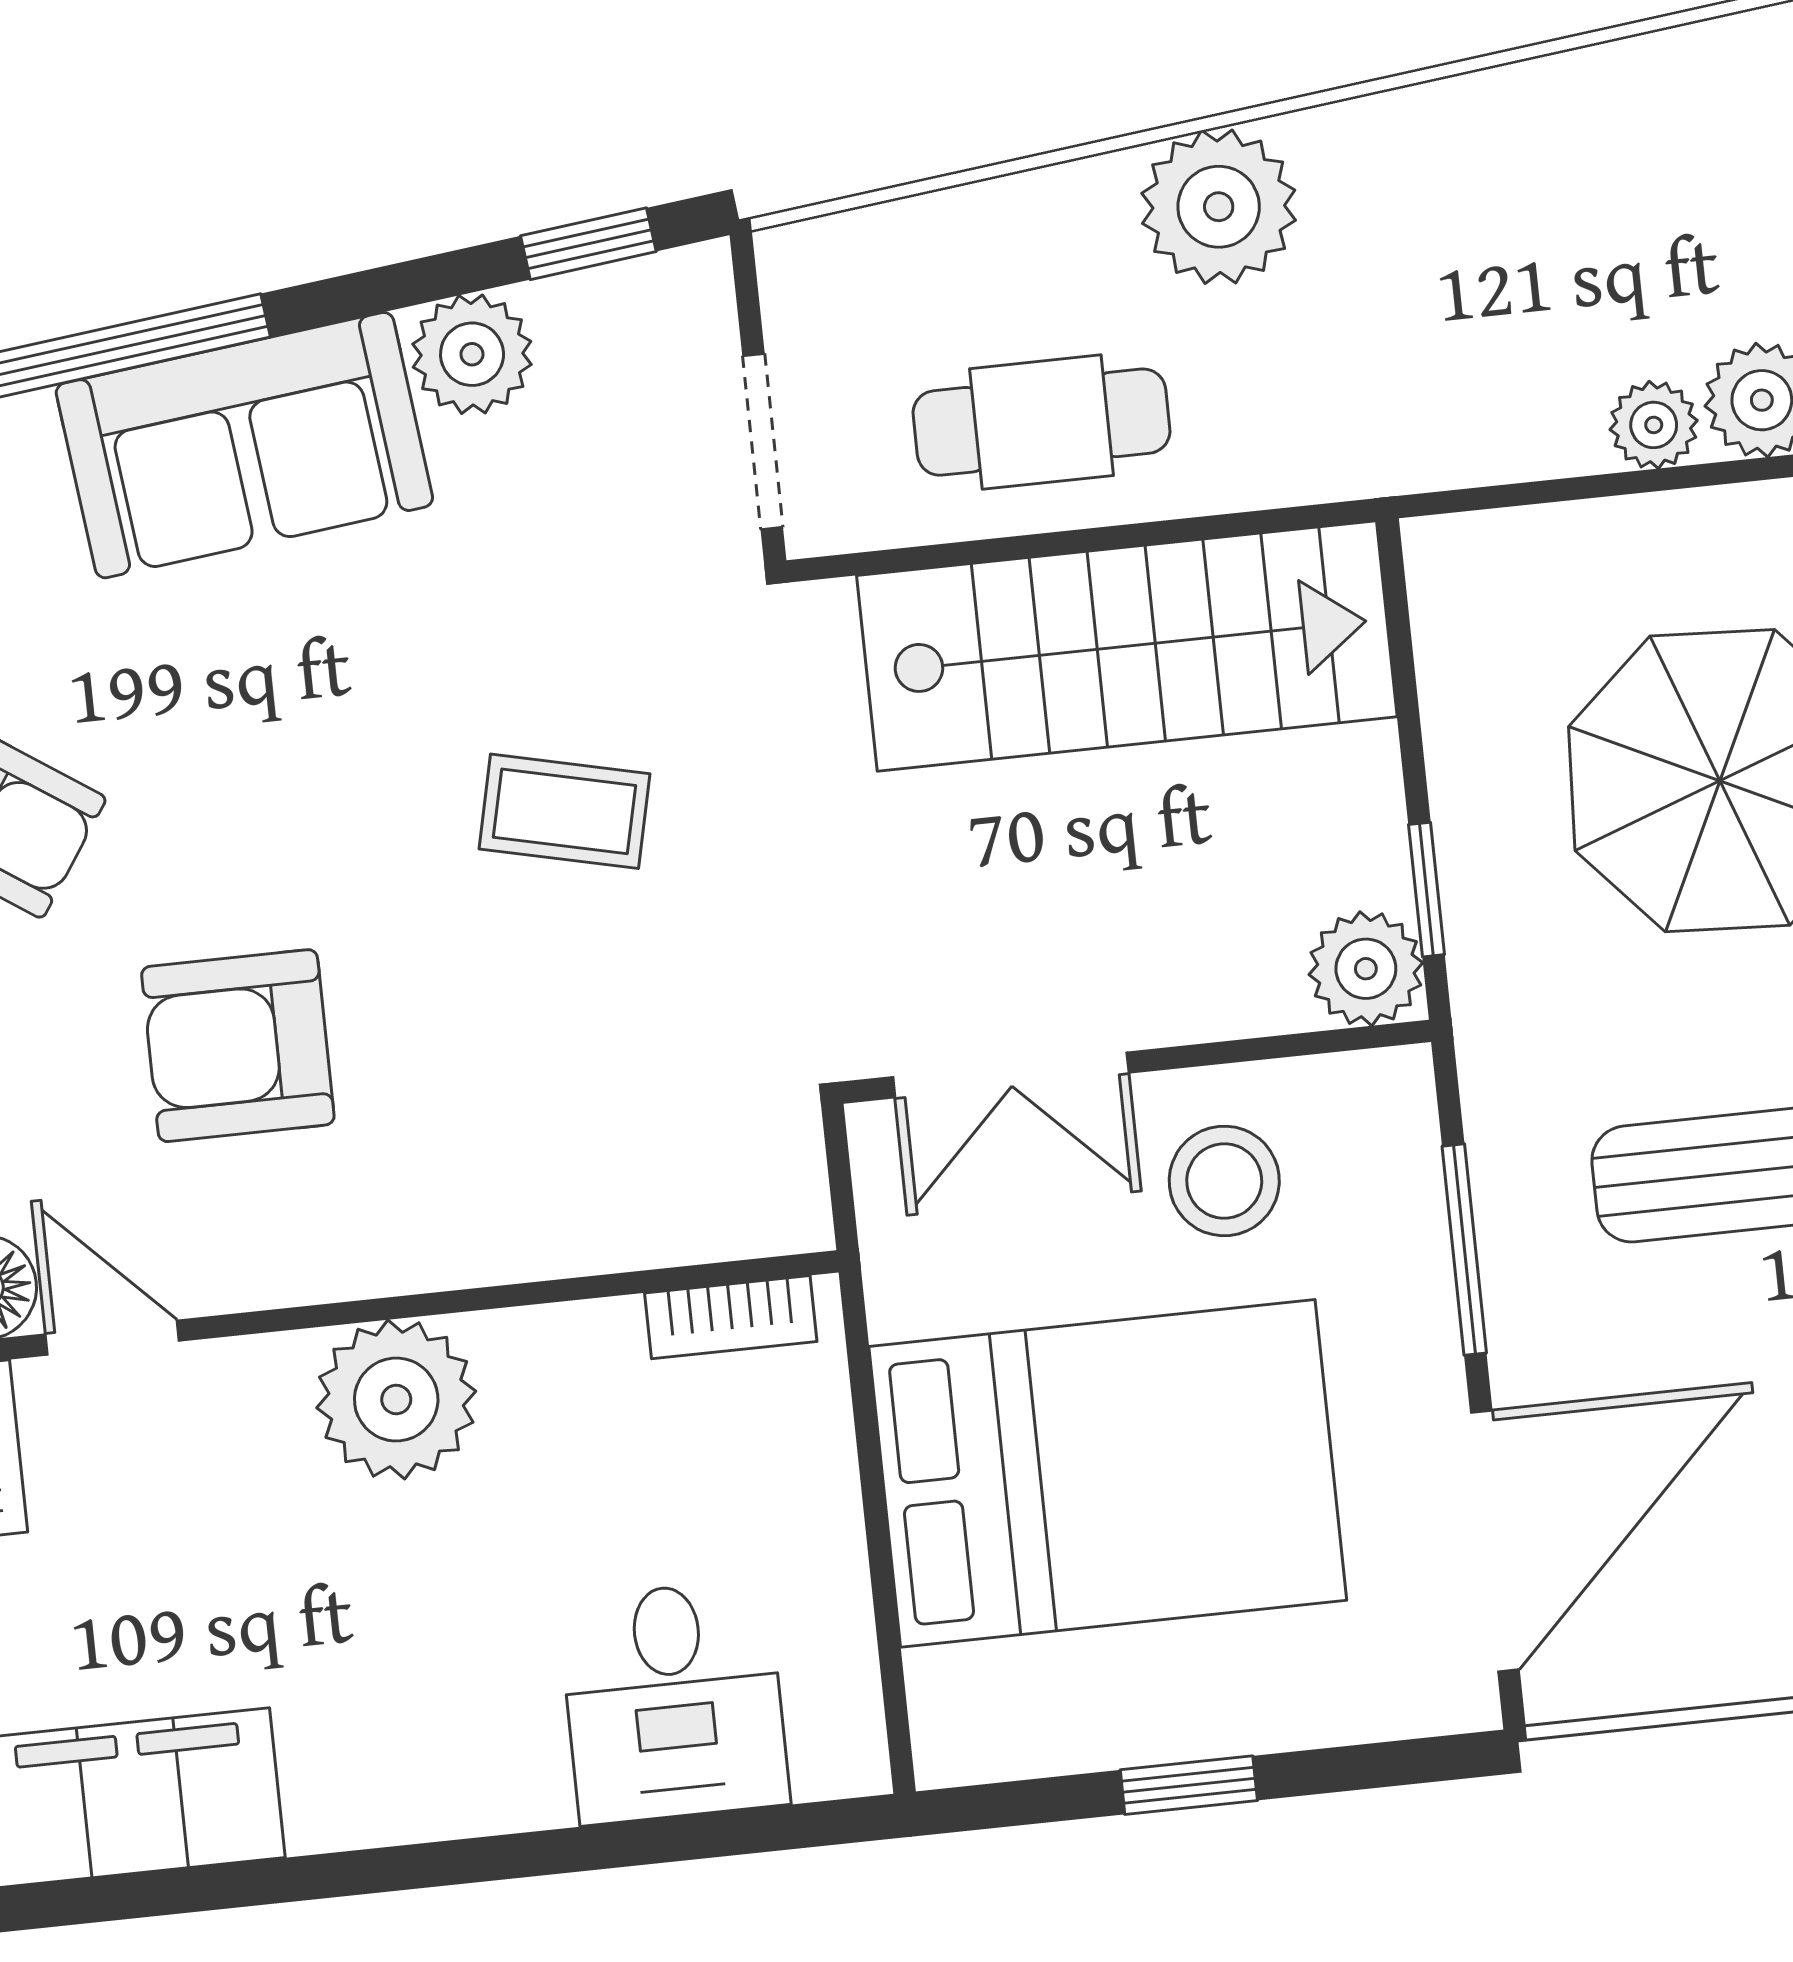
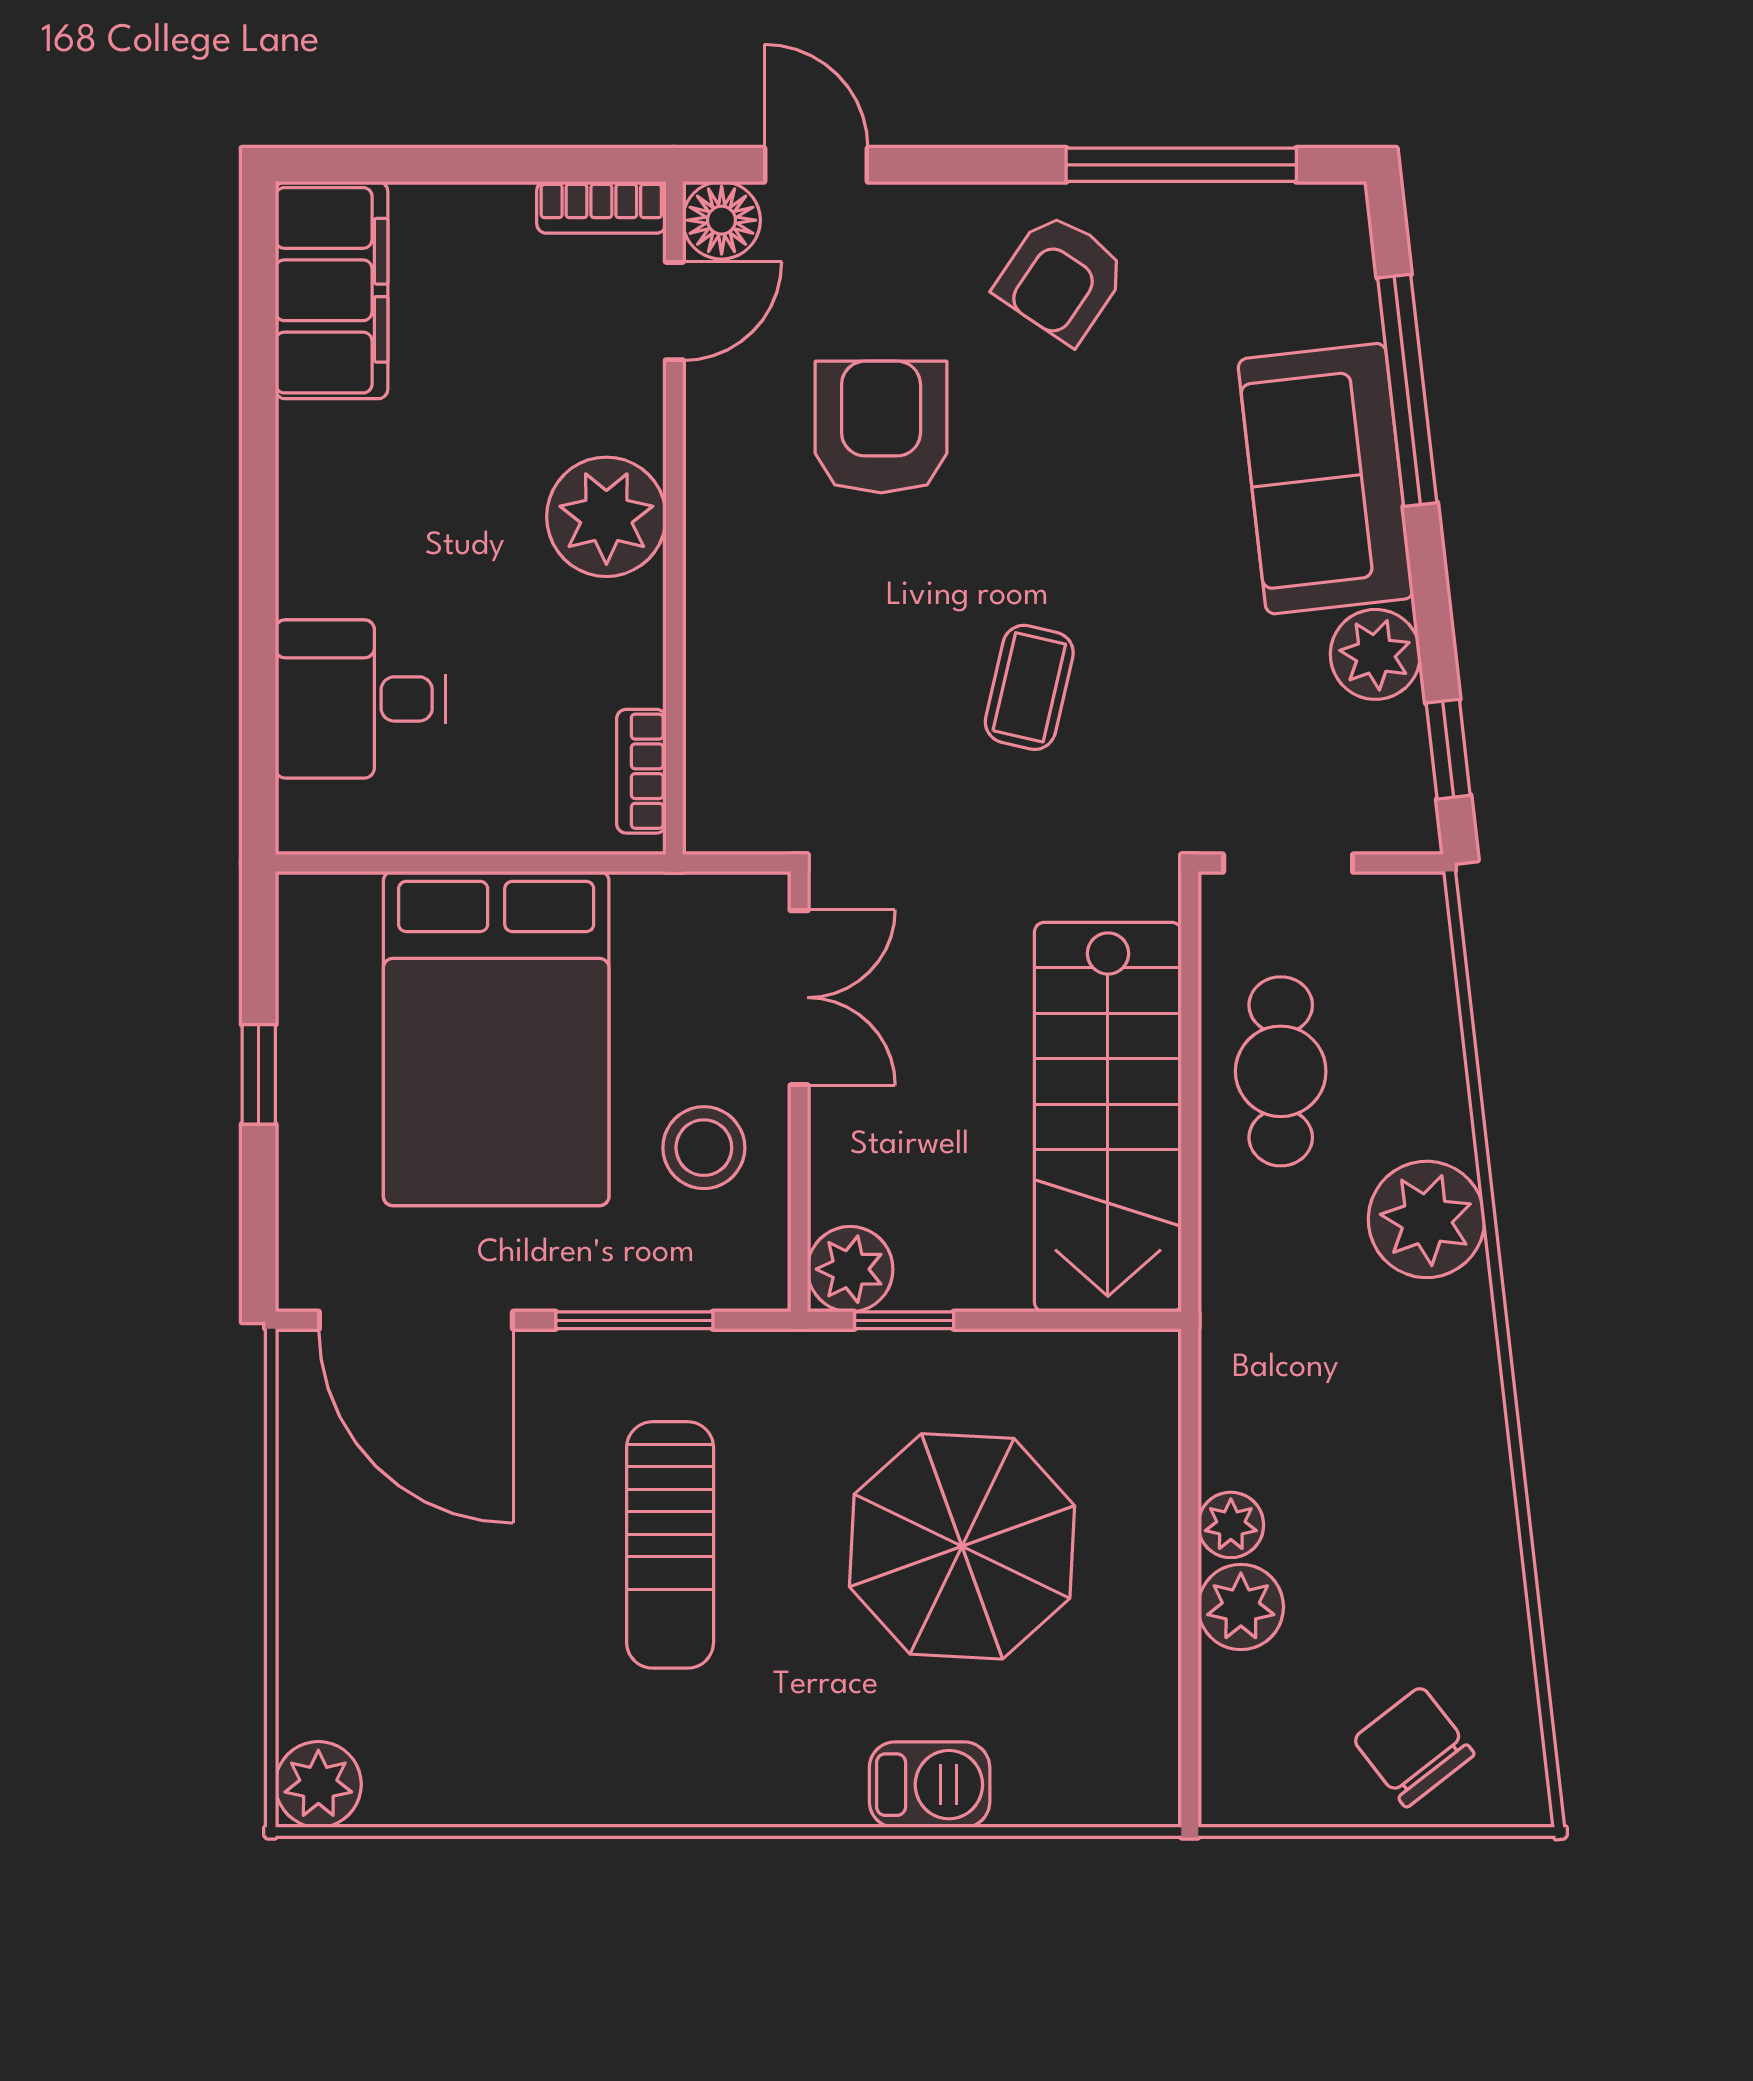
double door: (1011, 1075) -> (799, 998), swing flipped

